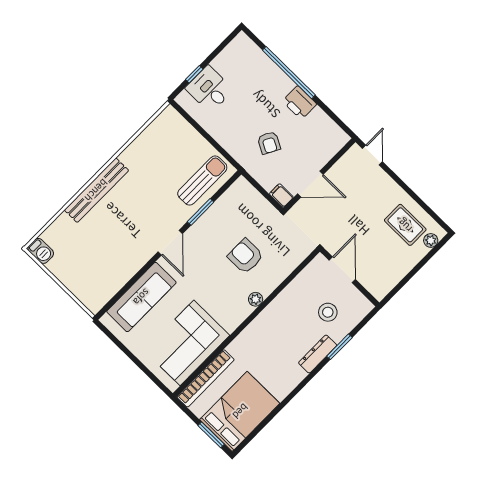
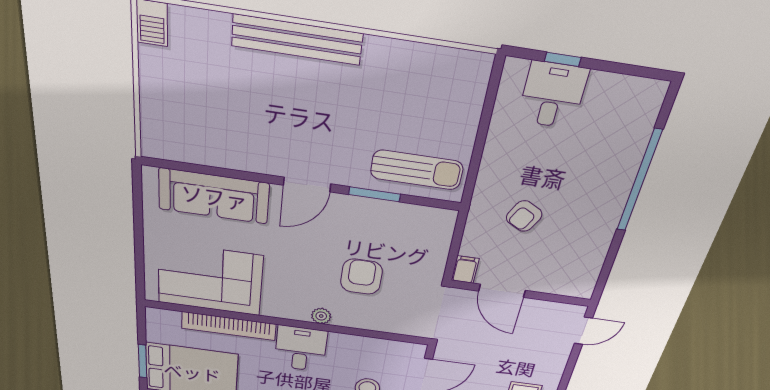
printer: (299, 103) -> (603, 218), removed
desk: (270, 330) -> (301, 349), added
bookcase: (206, 378) -> (229, 326), moved

